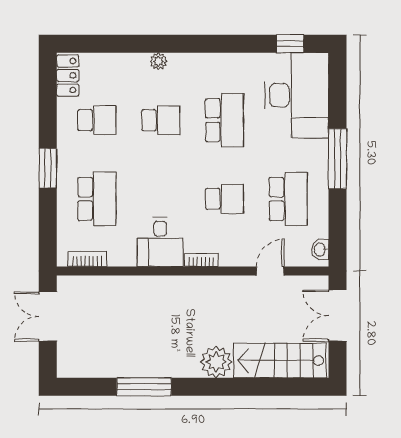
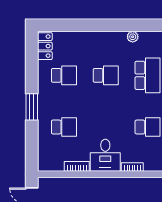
plant: (158, 61) -> (133, 37), moved
school desk: (97, 199) -> (64, 127), width x0.54
bookcase: (87, 259) -> (77, 166), moved

